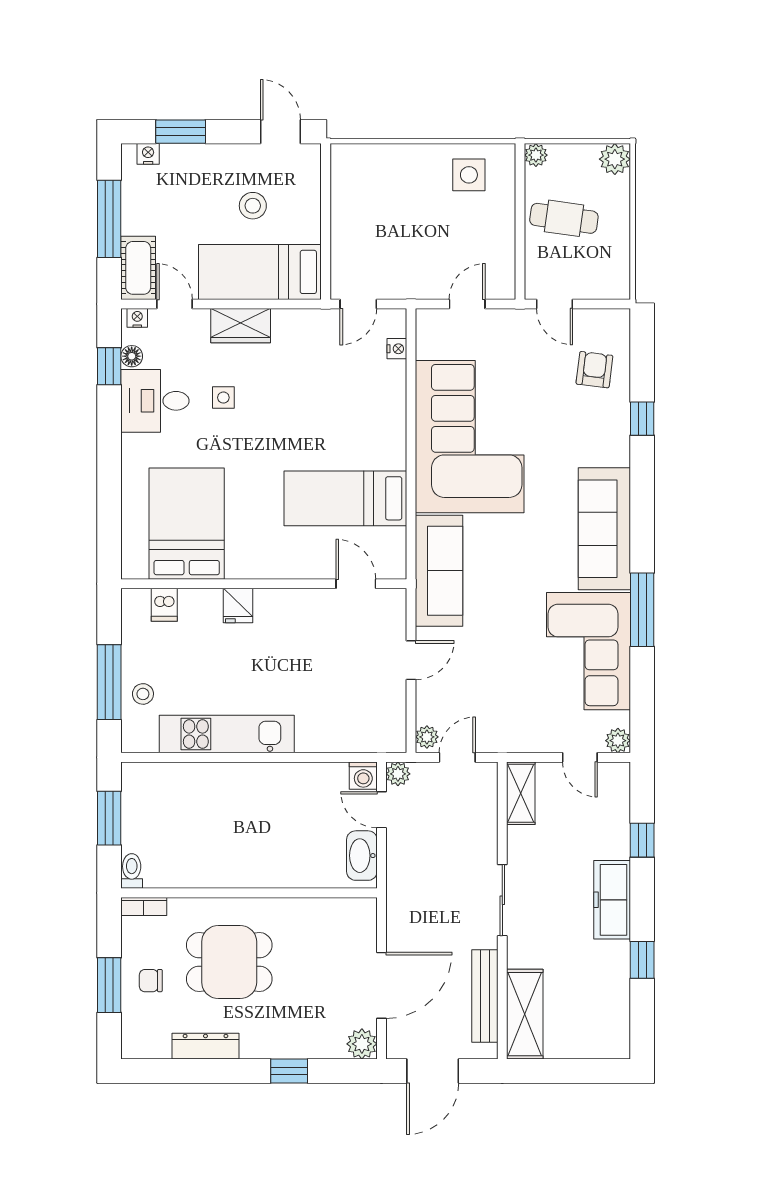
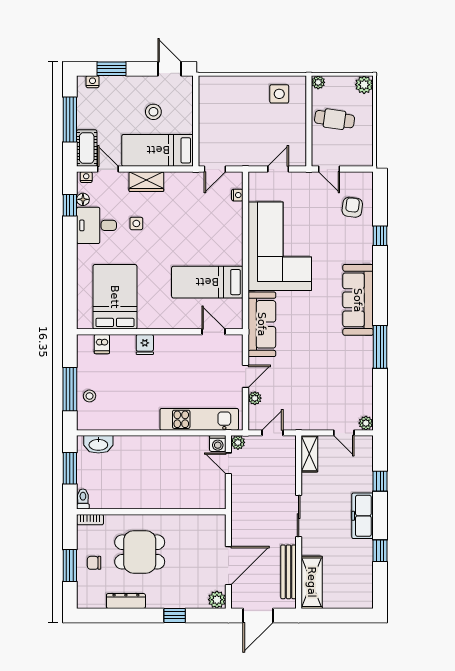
corner sofa: (588, 651) -> (349, 371), removed
kitchen unit: (227, 734) -> (199, 419), moved
plant: (427, 737) -> (255, 398), moved
washbasin: (362, 856) -> (98, 444), moved, turned -90

